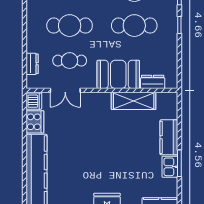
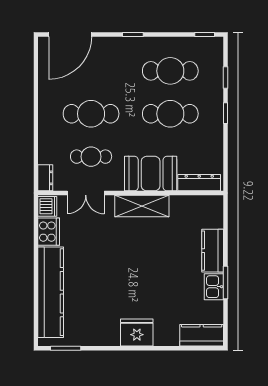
dresser: (32, 64) -> (45, 178), moved
dresser: (153, 82) -> (199, 183), width x1.44
shelving: (134, 101) -> (142, 206), moved

